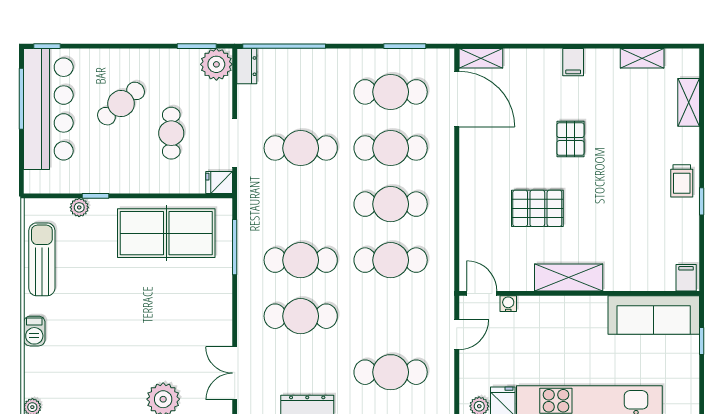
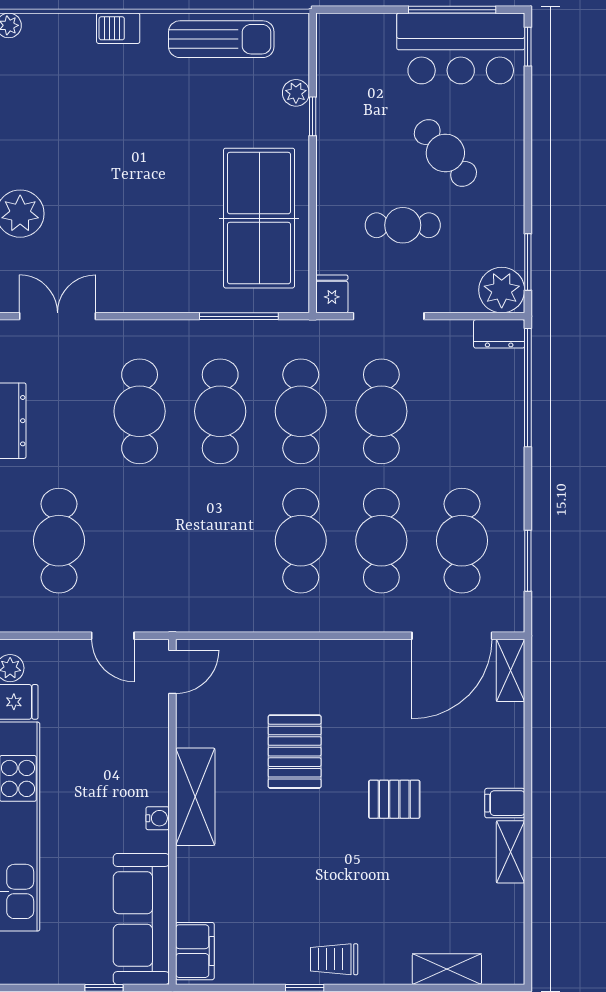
shelving: (642, 58) -> (510, 852), moved
bar counter: (48, 109) -> (461, 48), width x0.73
cafe table: (391, 260) -> (301, 411), moved
filing cabinet: (686, 278) -> (195, 951), width x2.00
water cooler: (508, 304) -> (158, 818), moved

